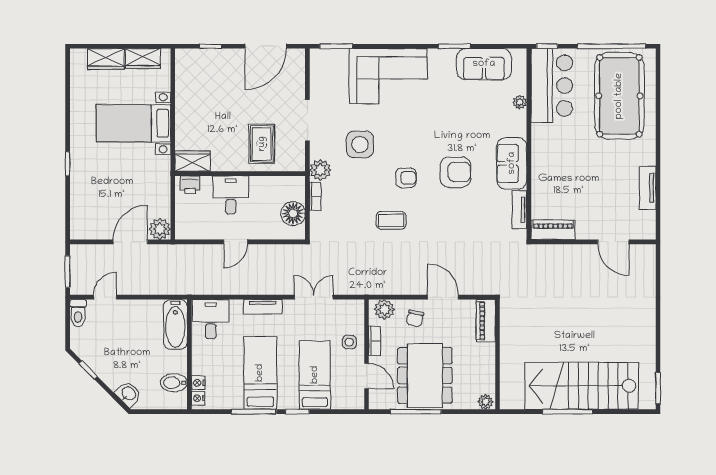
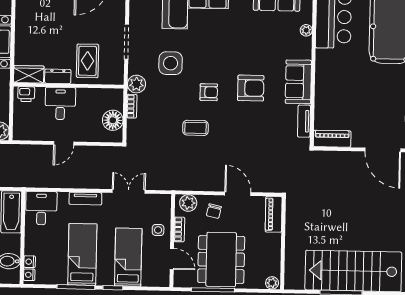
dresser: (227, 163) -> (58, 76), added
door: (613, 242) -> (383, 150), width x1.36

